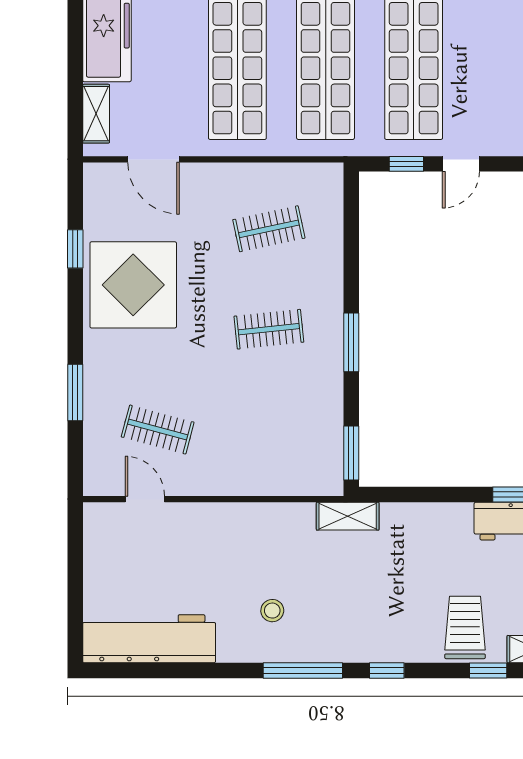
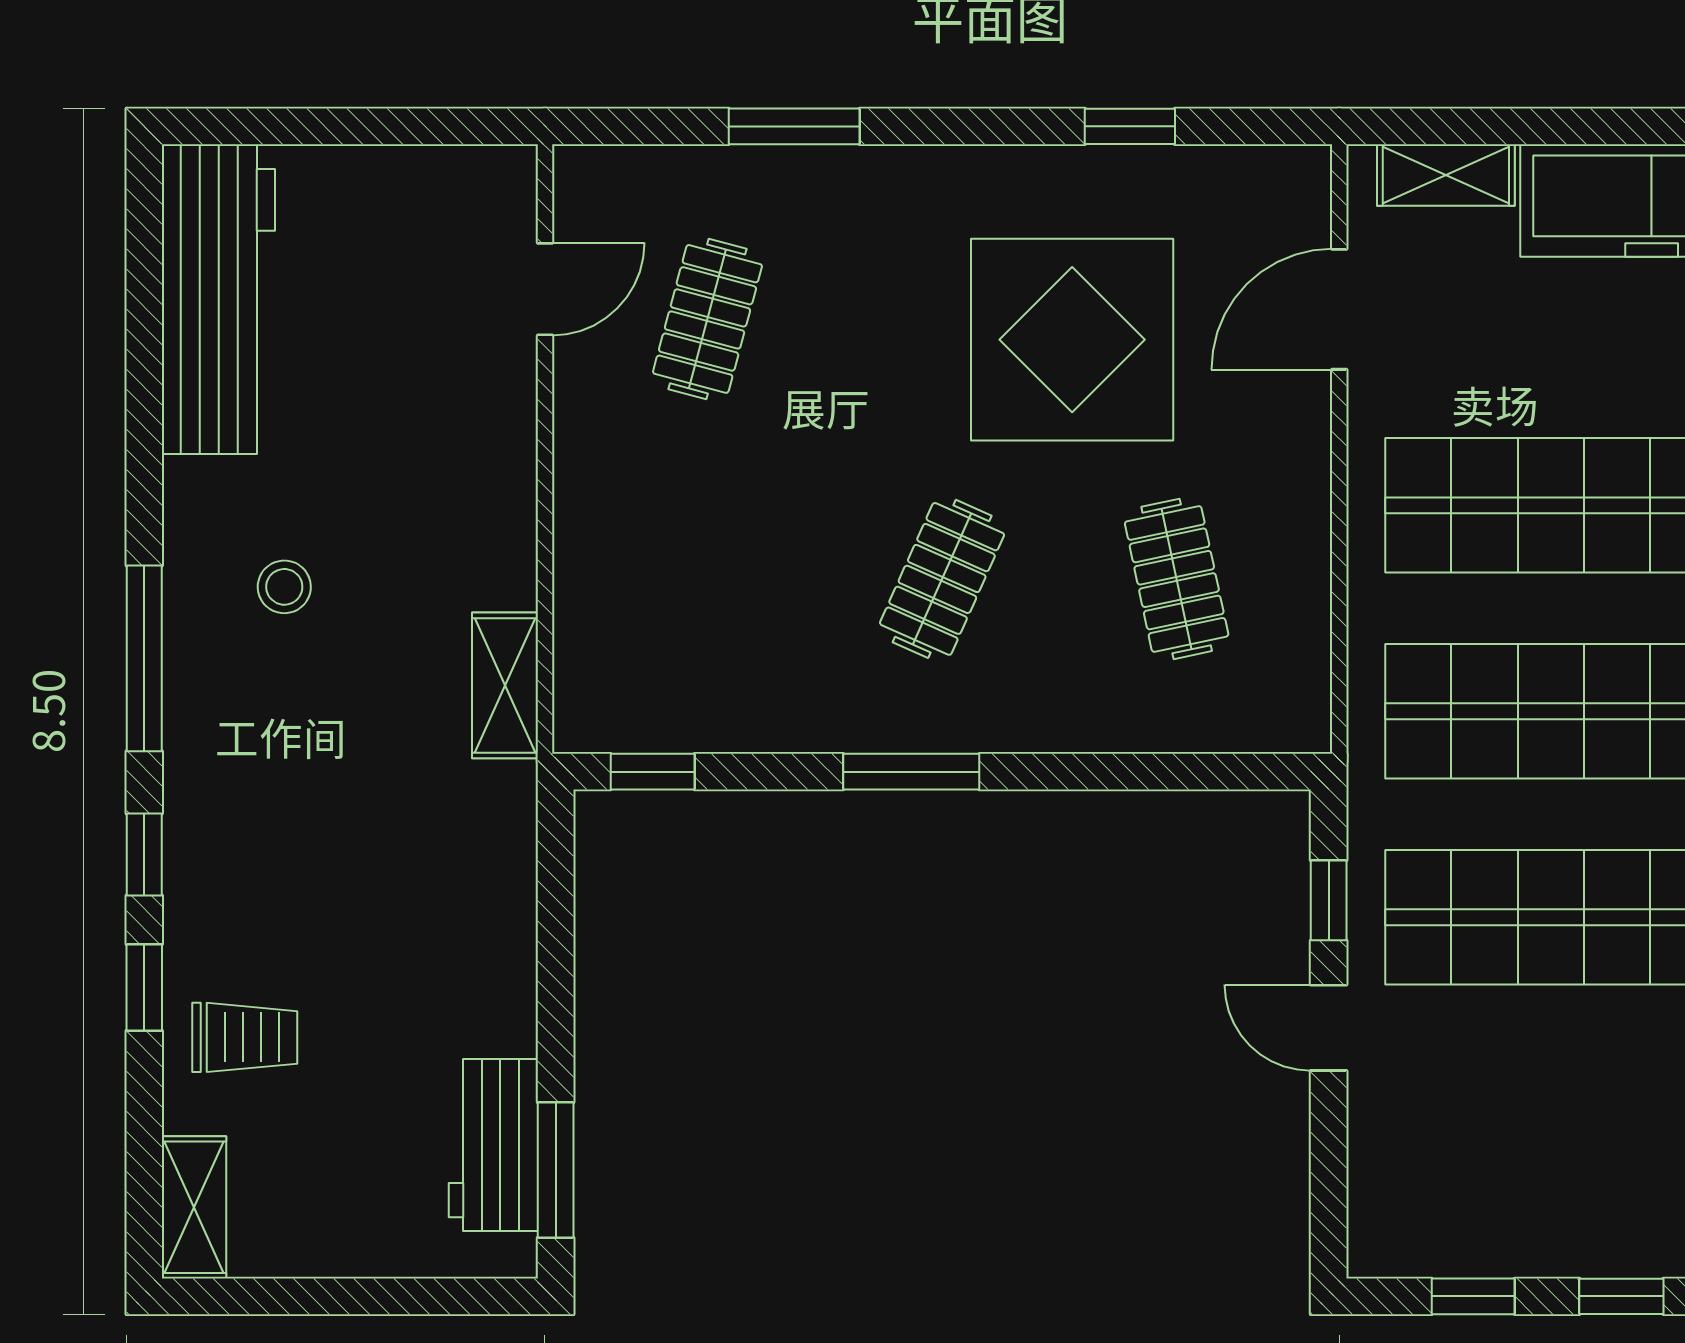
display table: (133, 285) -> (1072, 340), moved
clothes rail: (269, 329) -> (942, 579), turned 30
window: (351, 453) -> (653, 772), width x0.67
shelving: (348, 516) -> (505, 685), moved
trolley: (465, 627) -> (245, 1037), width x0.73, depth x0.72
window: (488, 670) -> (144, 987), moved

